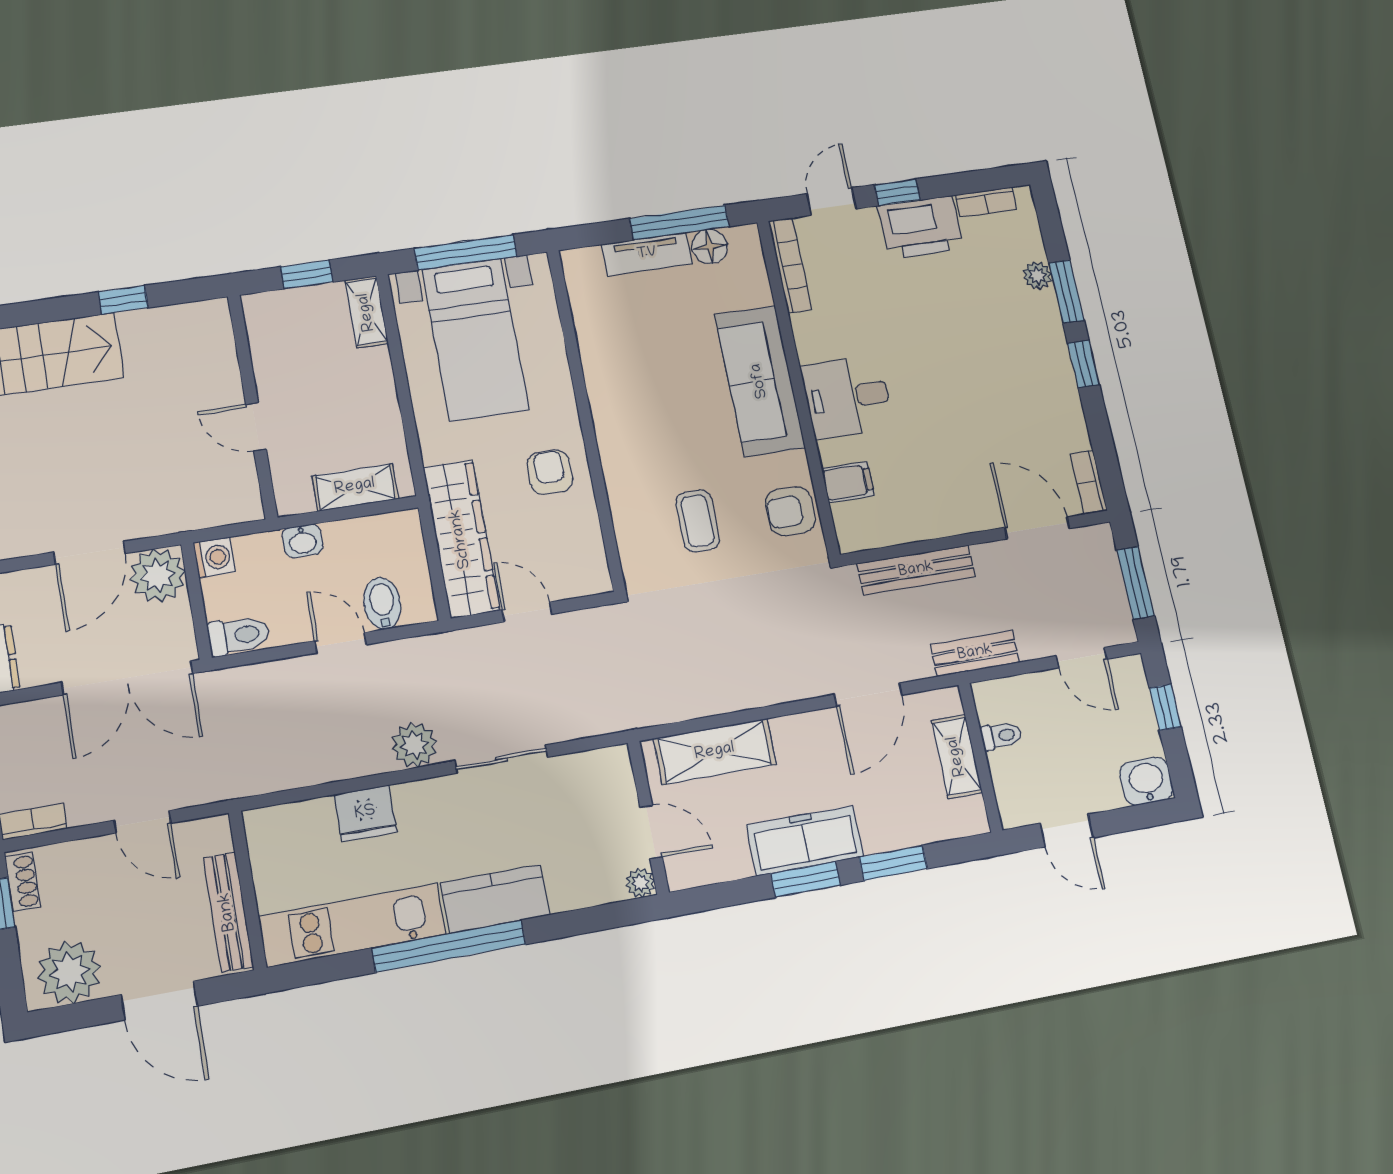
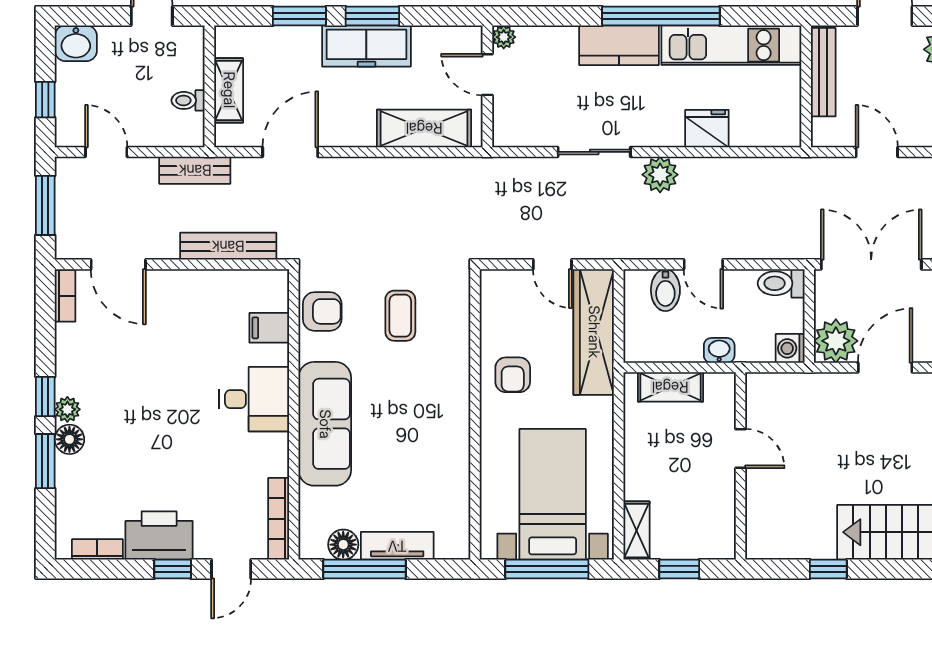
plant: (1037, 275) -> (67, 409), moved
floor lamp: (1045, 320) -> (69, 439), added

